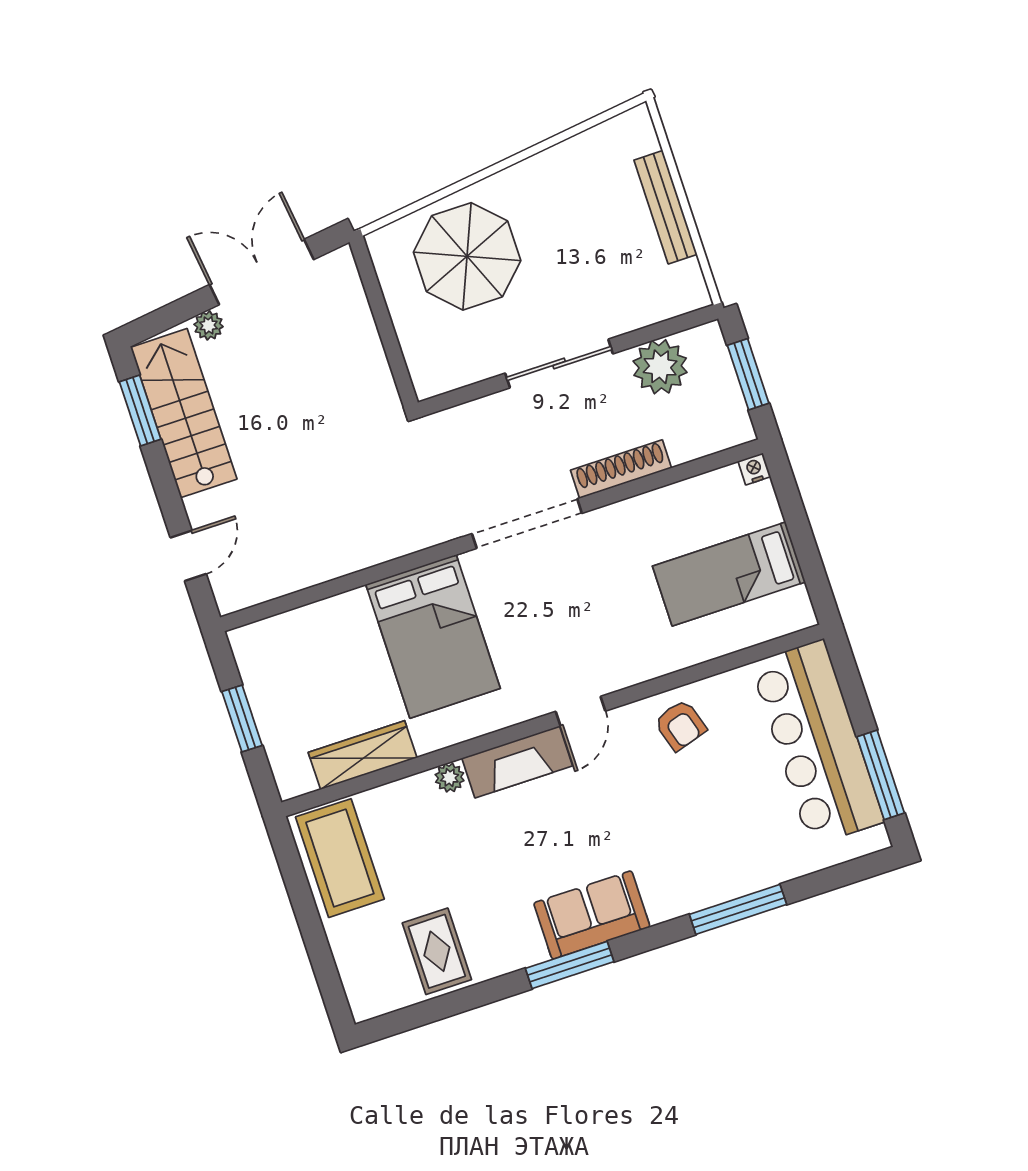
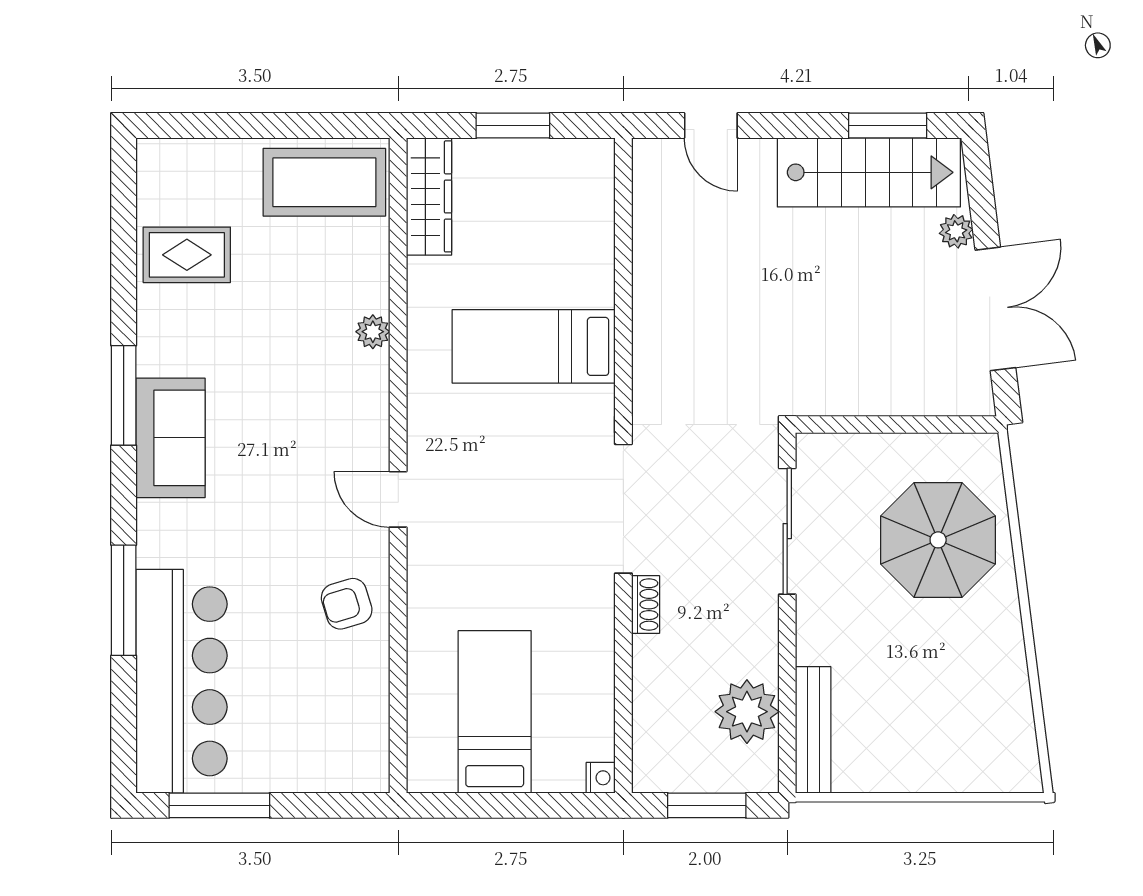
bench: (666, 207) -> (813, 730), moved, turned 90
sliding door: (559, 363) -> (787, 531), moved
shoe rack: (621, 469) -> (646, 604), width x0.51, depth x0.81
bed: (433, 636) -> (534, 346), width x0.67
bar counter: (817, 742) -> (182, 681), moved, turned 90
wardrobe: (363, 755) -> (429, 196), moved
fireplace: (517, 762) -> (365, 411), removed

